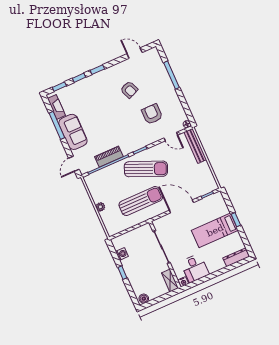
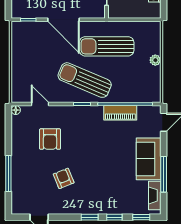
bench: (195, 146) -> (17, 81), removed

